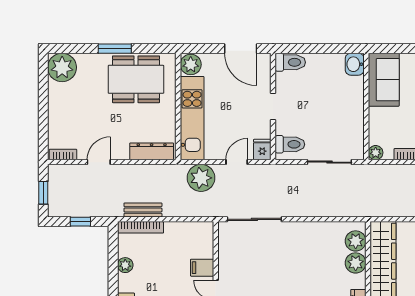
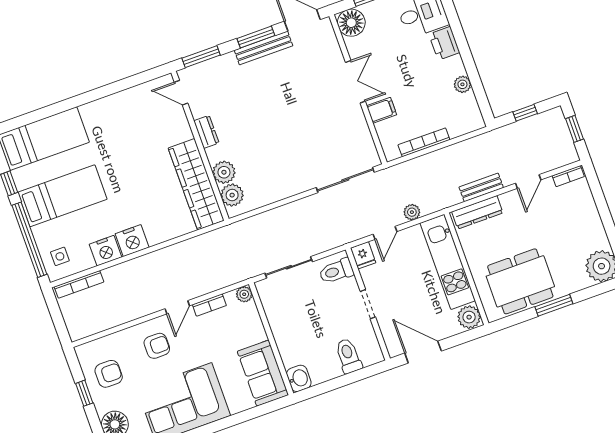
toilet: (290, 62) -> (348, 356), moved, turned 90
plant: (201, 178) -> (412, 212), width x0.53, depth x0.53
bench: (143, 210) -> (481, 187), moved
bookcase: (140, 227) -> (424, 142), moved

